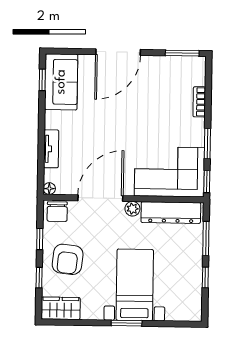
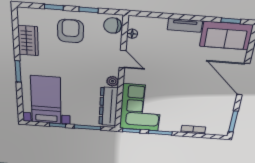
tv unit: (51, 149) -> (185, 25), moved
floor lamp: (49, 189) -> (132, 34), moved
door: (100, 198) -> (123, 59), width x0.53
armchair: (68, 259) -> (70, 31), turned 84
bed with nightstands: (135, 285) -> (46, 100), moved, turned -90
wardrobe: (61, 308) -> (28, 41), moved

